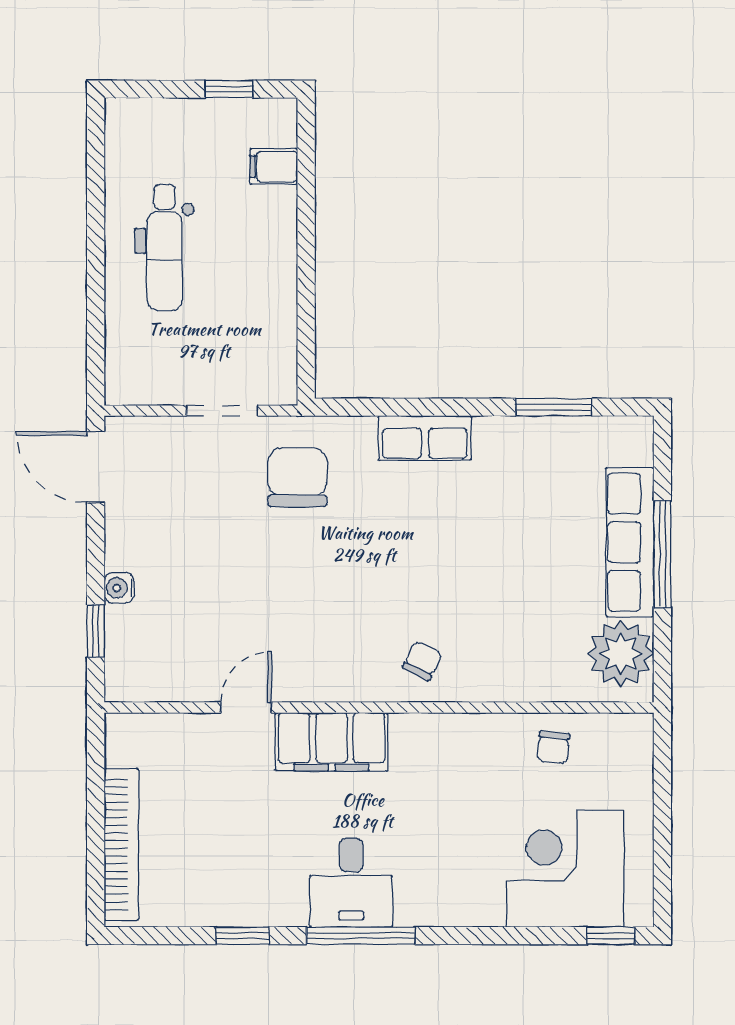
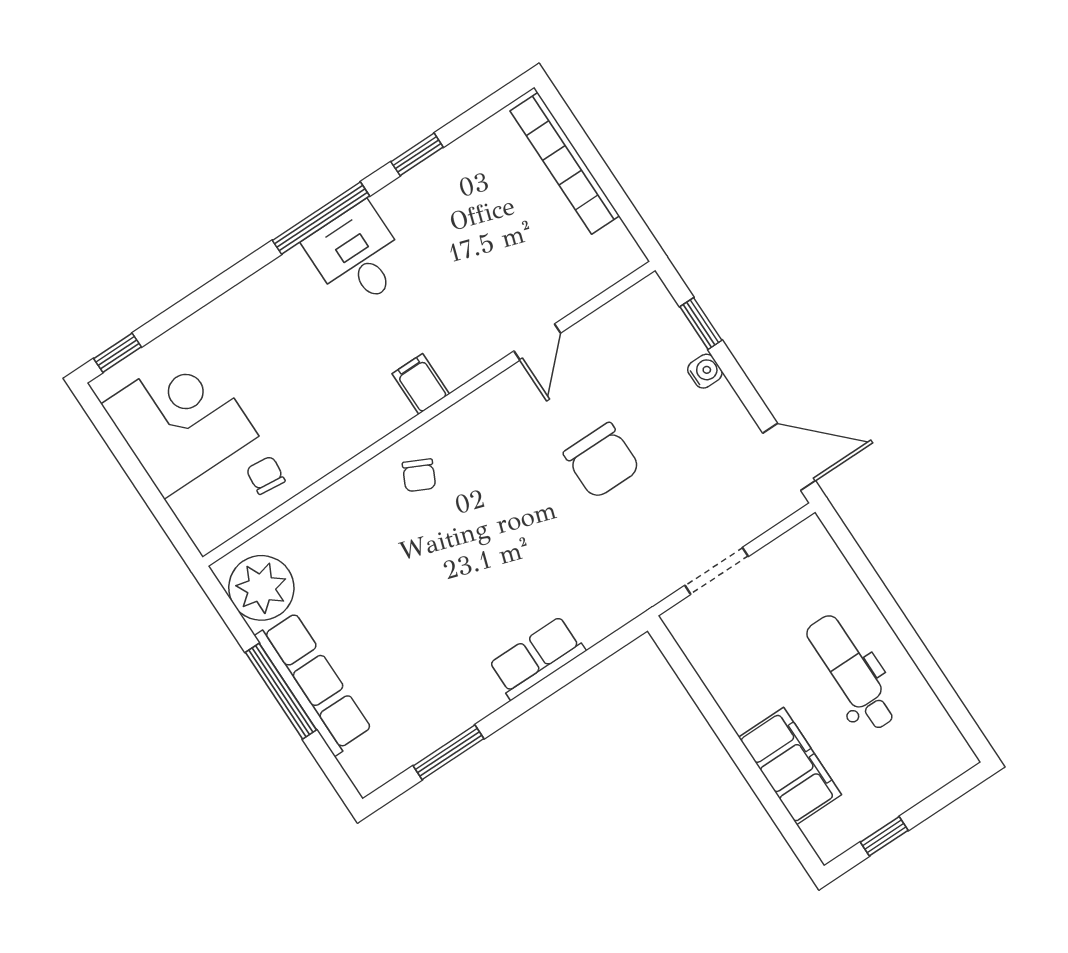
filing cabinet: (274, 167) -> (790, 766), width x3.00, depth x1.17
chair: (297, 477) -> (602, 461), moved
filing cabinet: (332, 742) -> (421, 384), width x0.33, depth x0.86
corner desk: (565, 869) -> (180, 420), moved, turned -90

